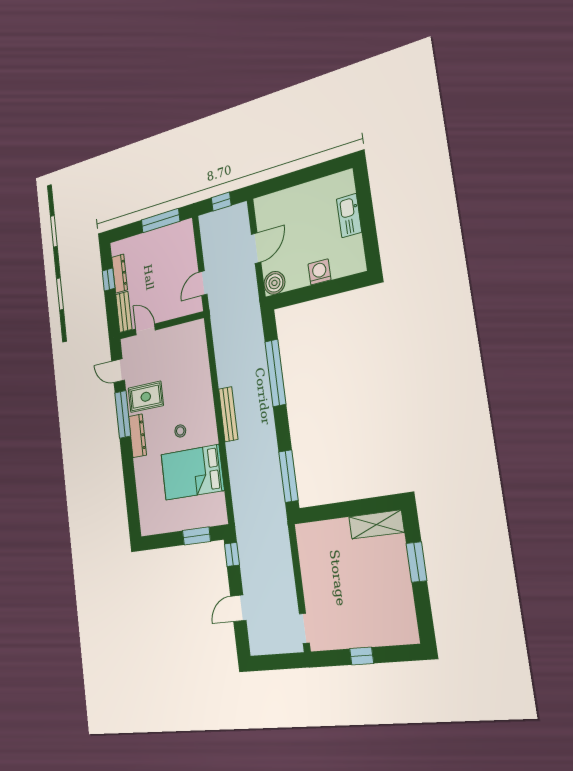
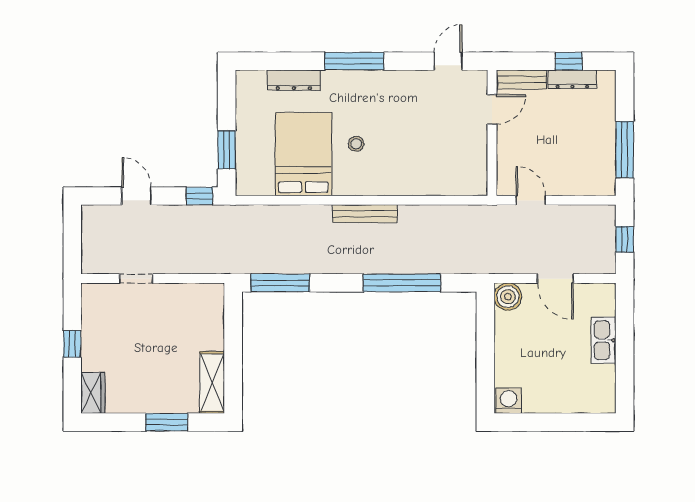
kitchen sink: (349, 216) -> (604, 340), moved, turned -90
washing machine: (319, 272) -> (509, 401), moved, turned -90
rug: (146, 397) -> (407, 99), removed
window: (123, 414) -> (354, 61), moved
dresser: (137, 436) -> (294, 80), moved
doorway: (304, 628) -> (136, 279), moved
wardrobe: (401, 634) -> (93, 393), added

